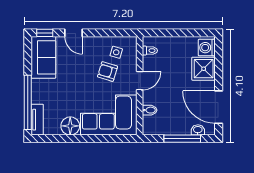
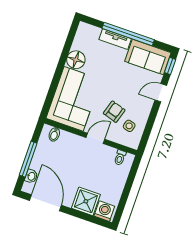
door: (140, 81) -> (95, 138), swing flipped
window: (28, 102) -> (128, 34), moved
door: (219, 107) -> (46, 203), hinge flipped
bidet: (150, 110) -> (54, 134), moved
tv unit: (37, 120) -> (115, 39), moved

